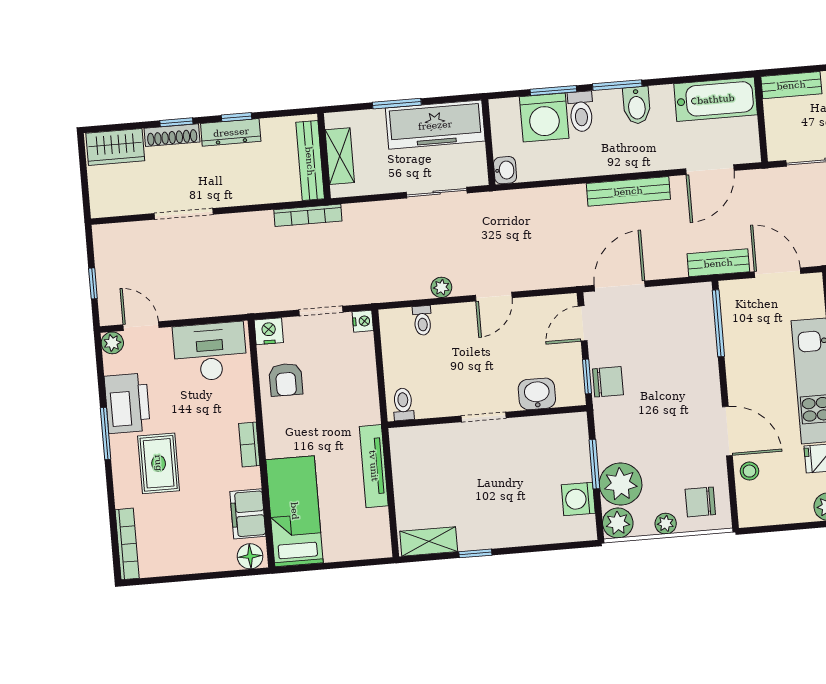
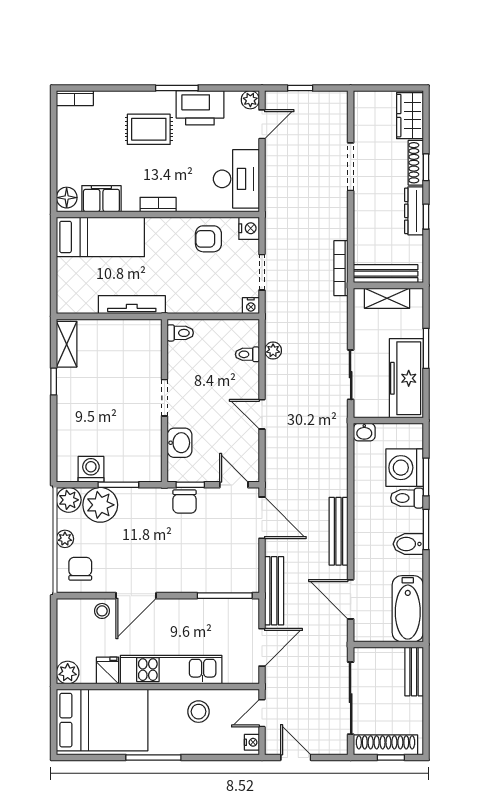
bench: (718, 263) -> (274, 591), width x1.36
plant: (441, 287) -> (273, 351), moved
bookcase: (127, 544) -> (75, 98), width x0.64

